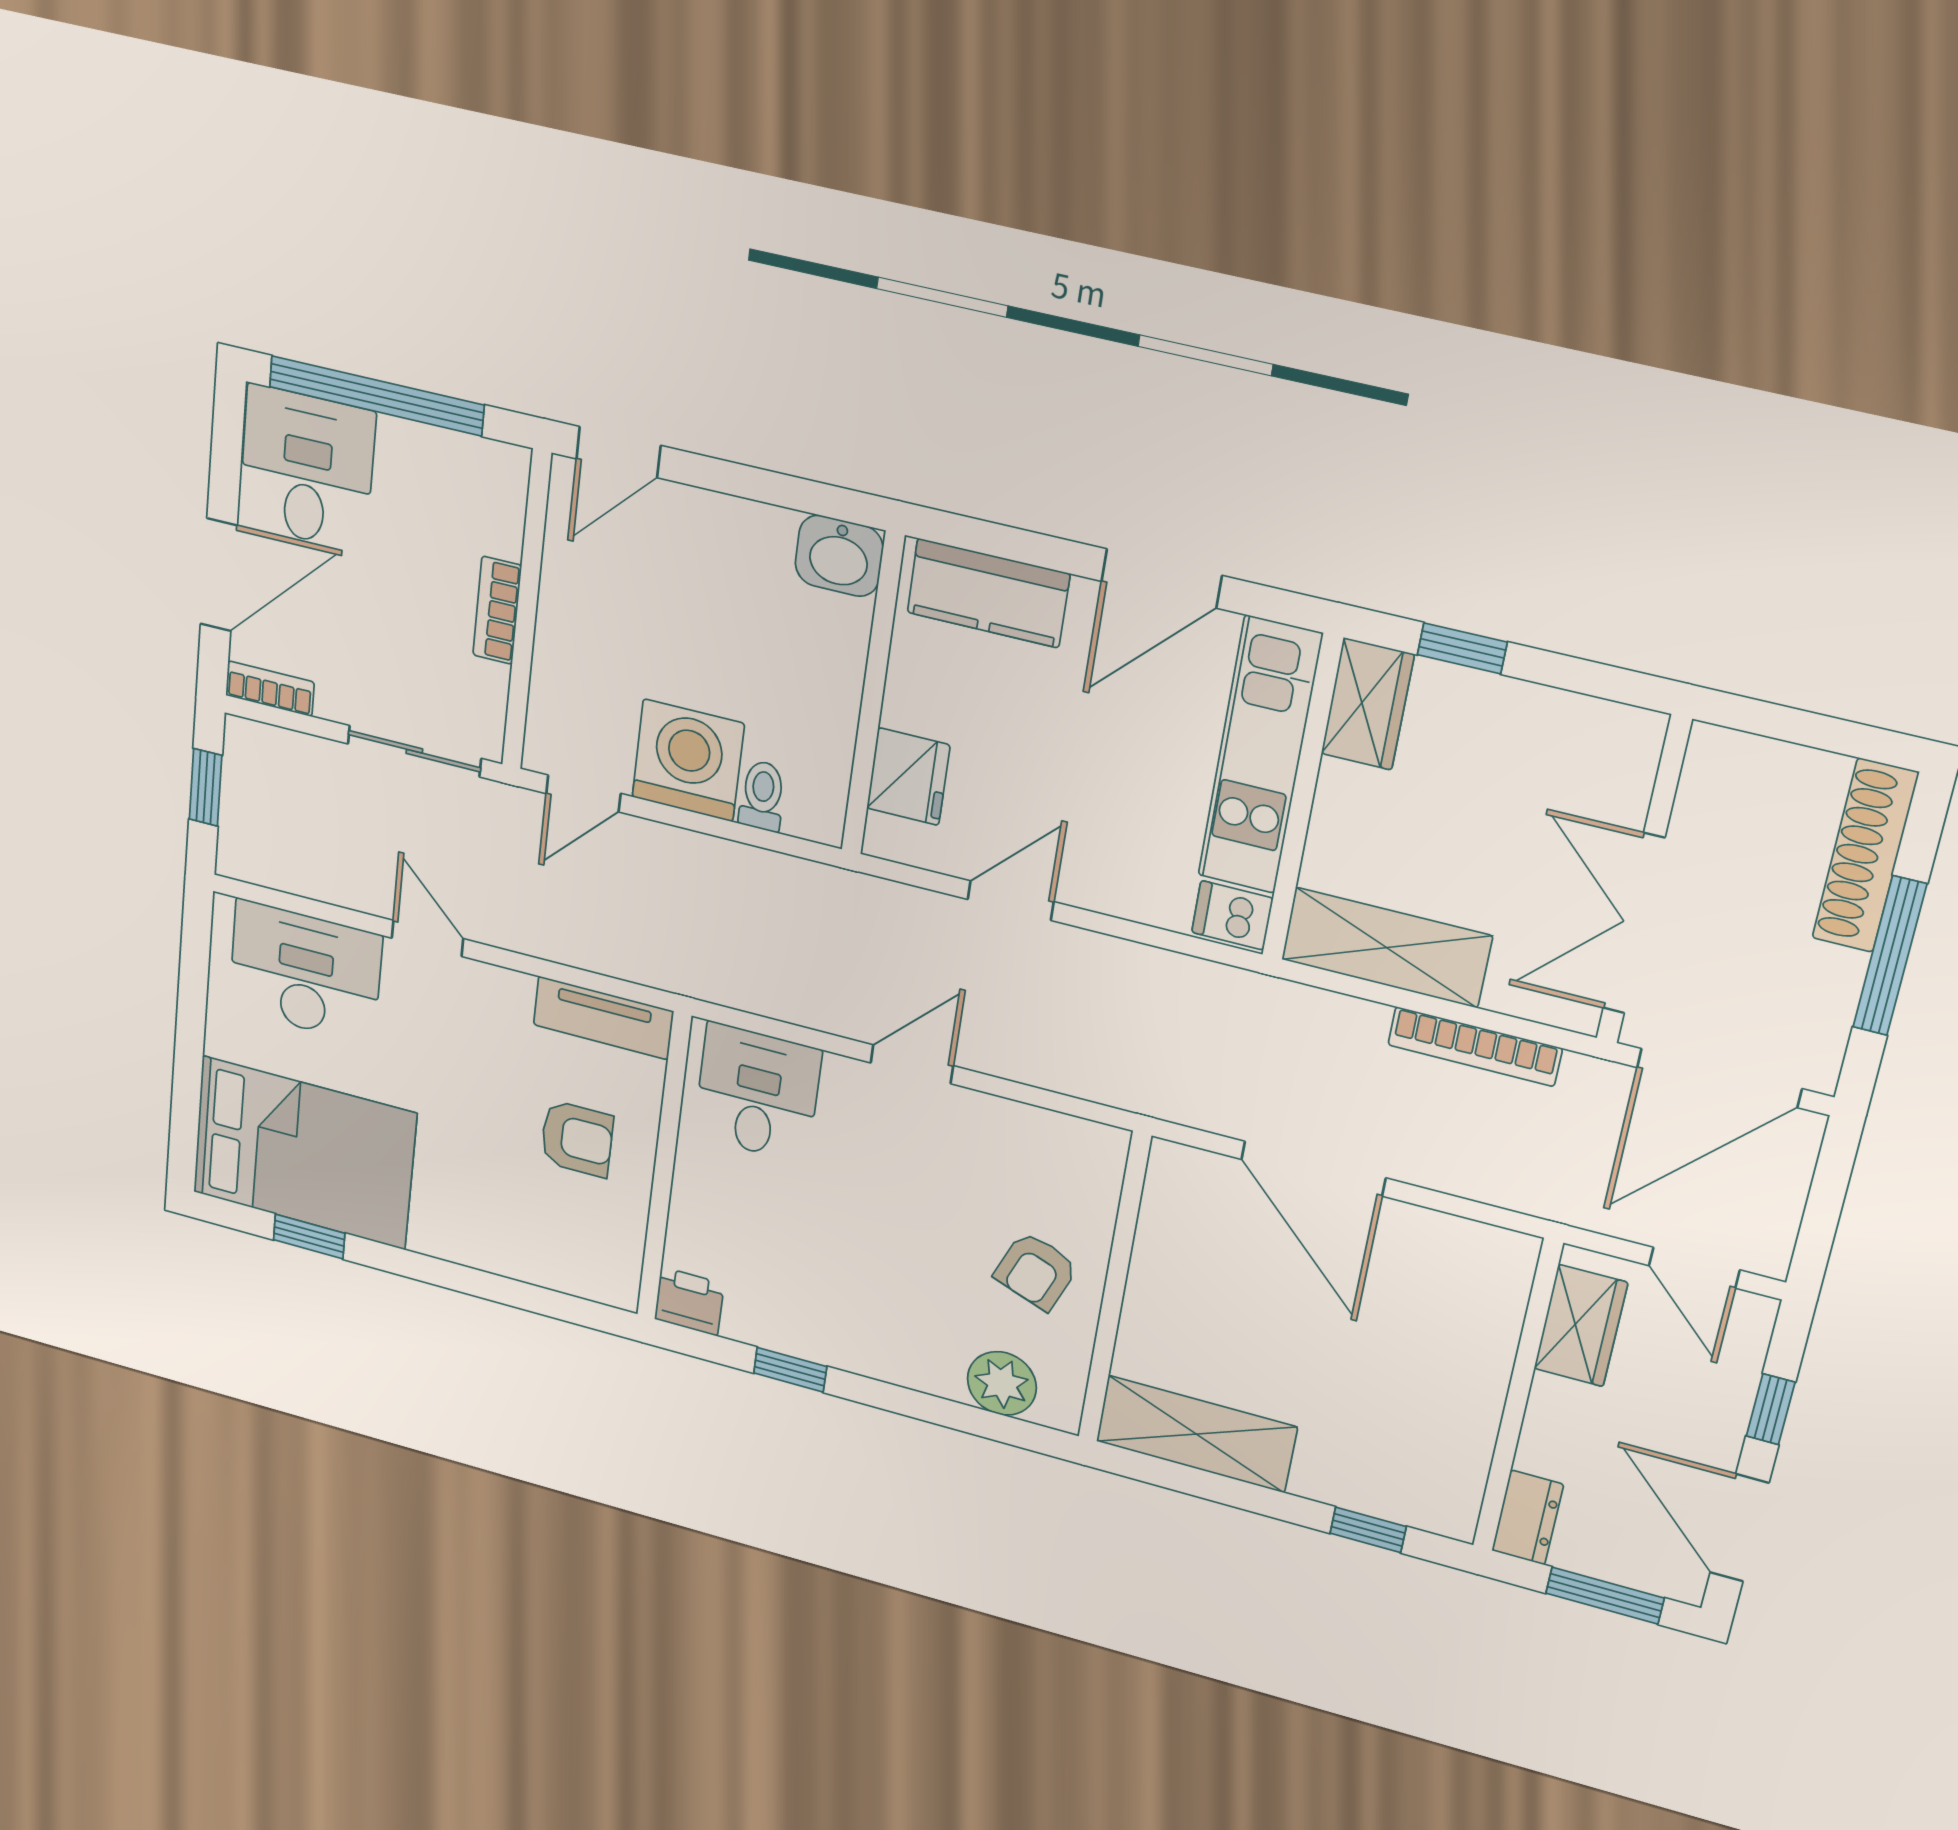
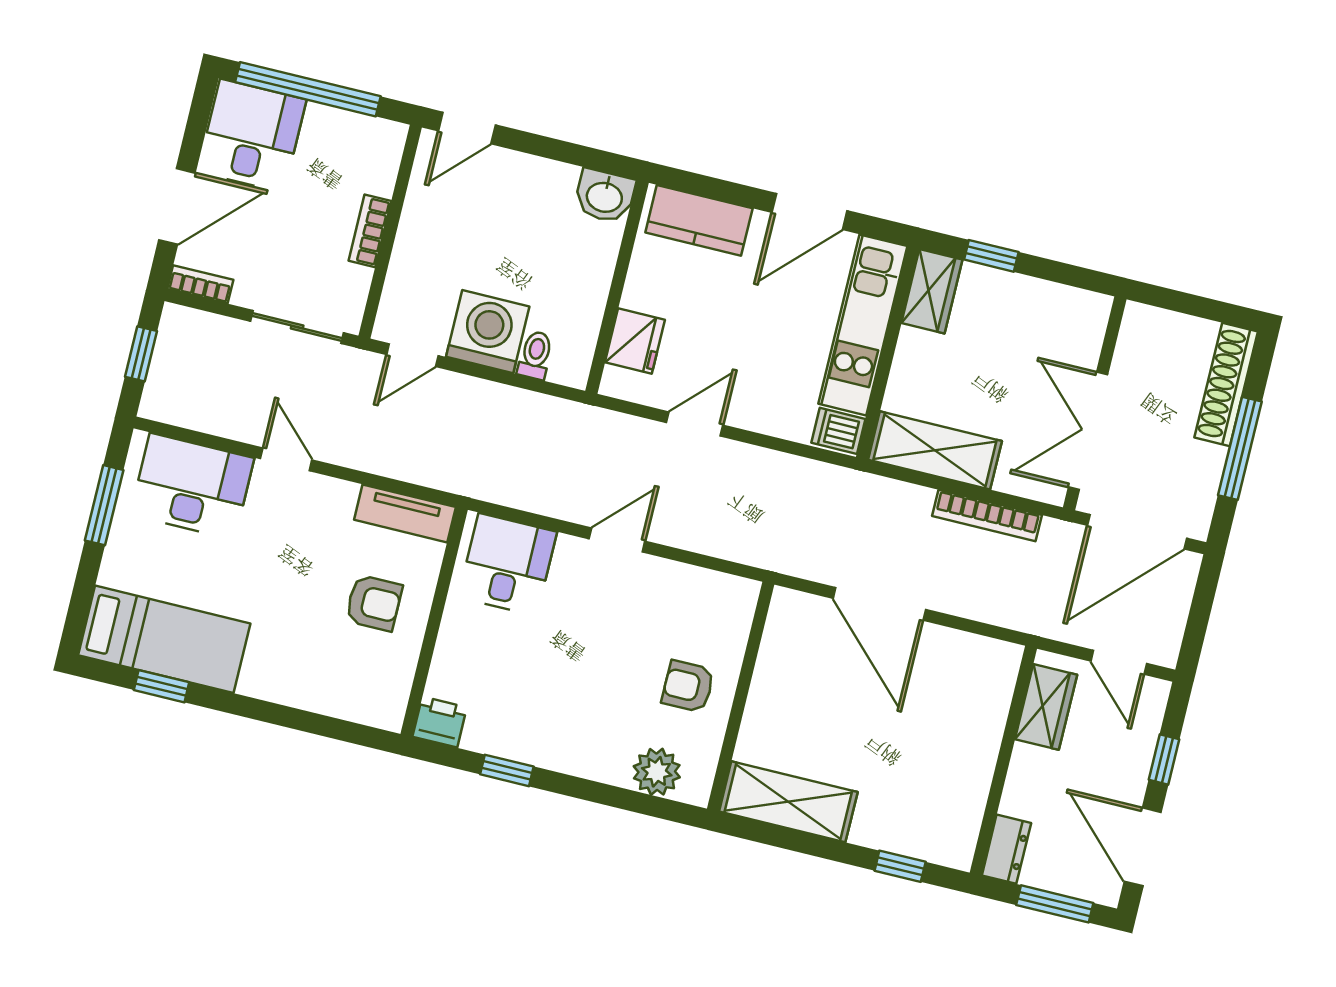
window: (193, 995) -> (104, 505), added
bed: (304, 1153) -> (164, 639), width x0.67
armchair: (1036, 1271) -> (688, 686), turned 69

